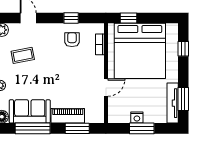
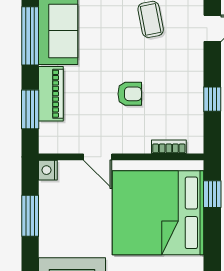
armchair: (72, 40) -> (130, 94), moved
nightstand: (137, 118) -> (48, 170), moved

